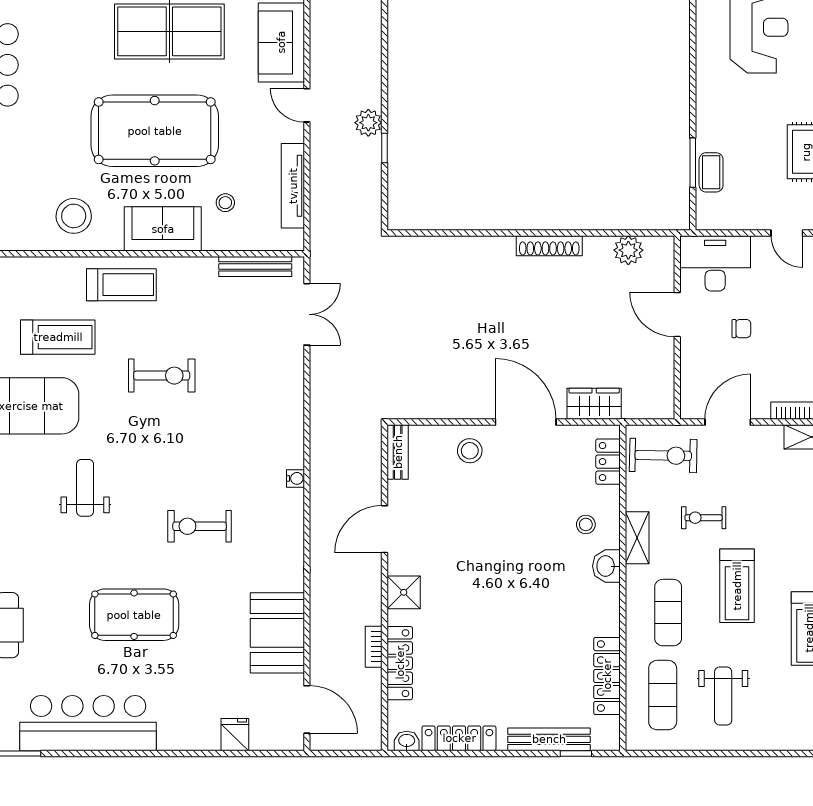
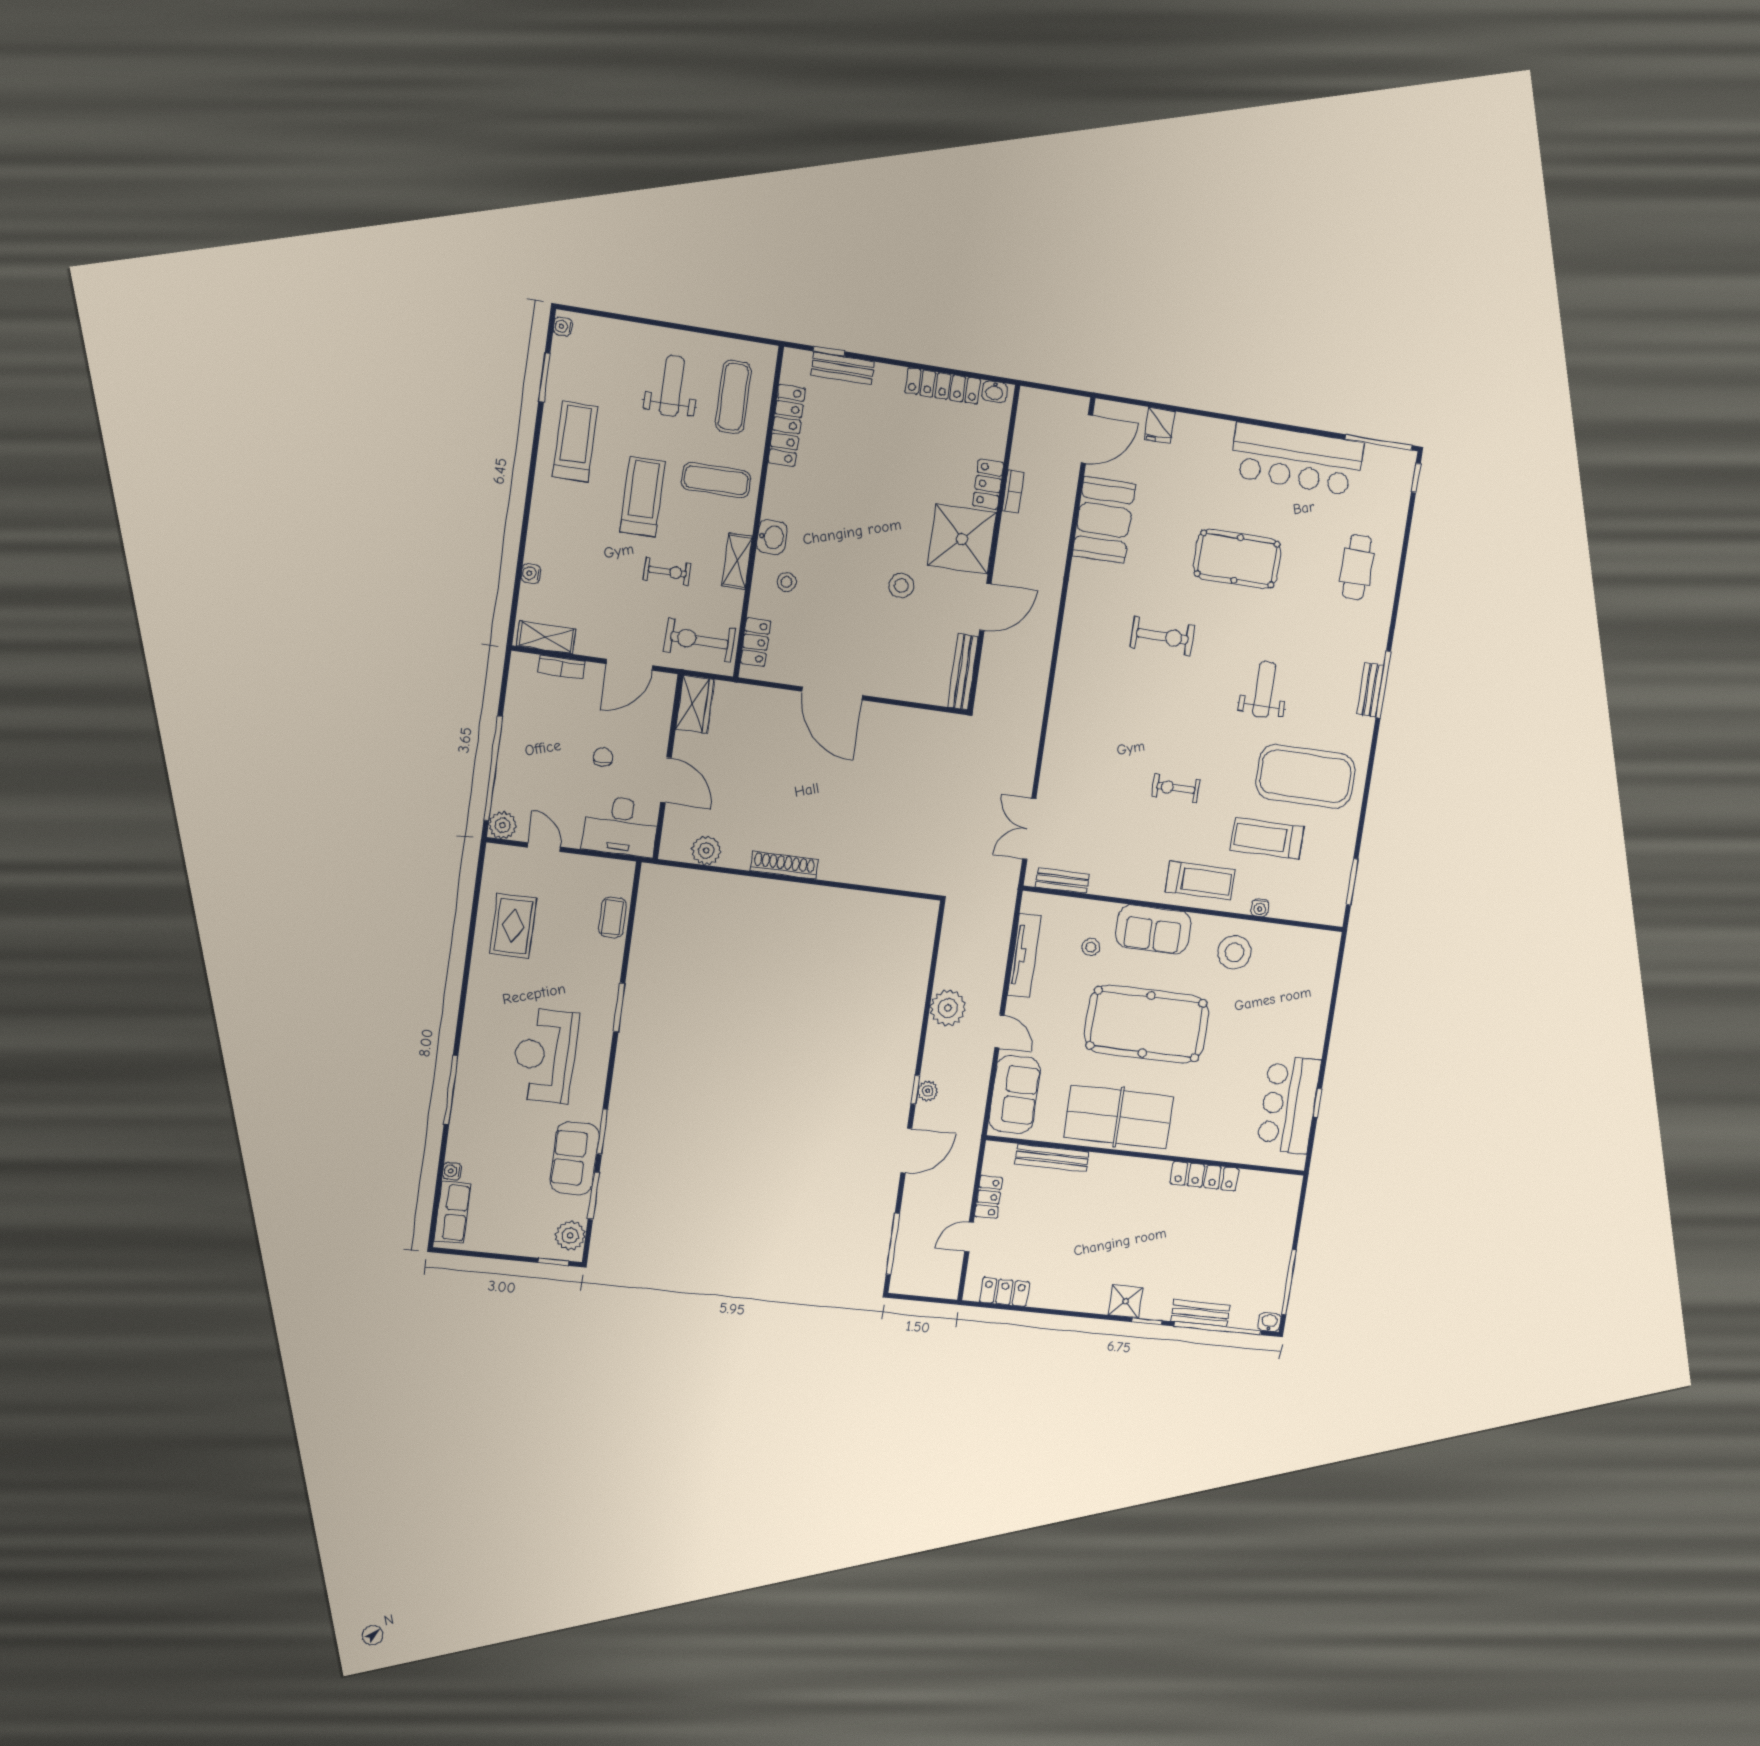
plant: (372, 36) -> (928, 1091), added
plant: (368, 123) -> (948, 1008), width x1.36, depth x1.36
window: (385, 148) -> (915, 1090), moved
window: (693, 163) -> (619, 1007), moved
bench: (255, 266) -> (1062, 881), width x0.73
treadmill: (121, 285) -> (1200, 881), turned 180
chair: (741, 329) -> (603, 757), turned 90
exercise bike: (162, 376) -> (1176, 788), width x0.73, depth x0.72
wardrobe: (594, 404) -> (695, 704), moved, turned -90
stool: (470, 451) -> (901, 586), moved
bench: (398, 452) -> (963, 672), width x1.36
water cooler: (295, 478) -> (1260, 908), moved, turned -90
weight bench: (85, 488) -> (1264, 690), turned 180
shower: (404, 592) -> (962, 539), width x1.86, depth x1.86
exercise mat: (668, 613) -> (716, 480), turned 90
locker: (400, 663) -> (988, 484), width x0.66
door: (307, 709) -> (1087, 439), swing flipped
bench: (549, 739) -> (843, 368), width x0.73

